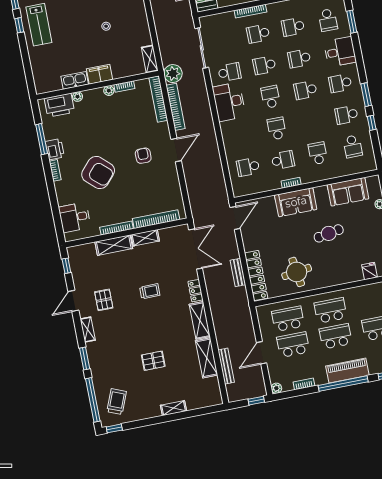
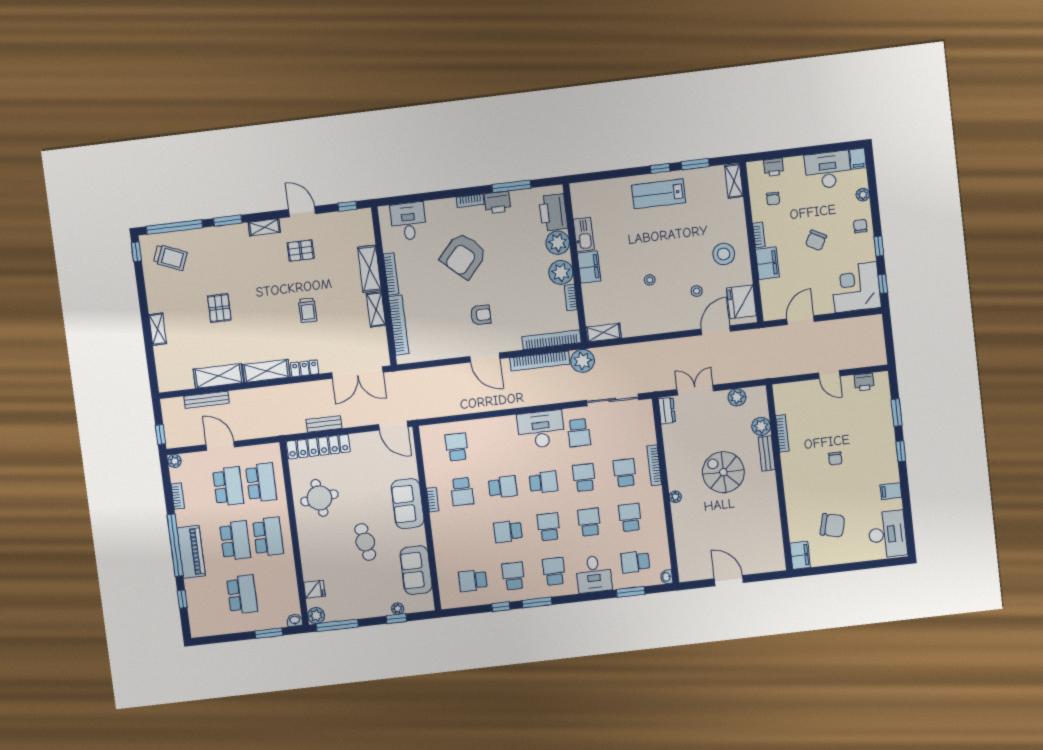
plant: (109, 91) -> (561, 272), width x1.88, depth x1.88
plant: (78, 97) -> (558, 243), width x1.88, depth x1.88
school desk: (318, 153) -> (508, 531), moved, turned 180

